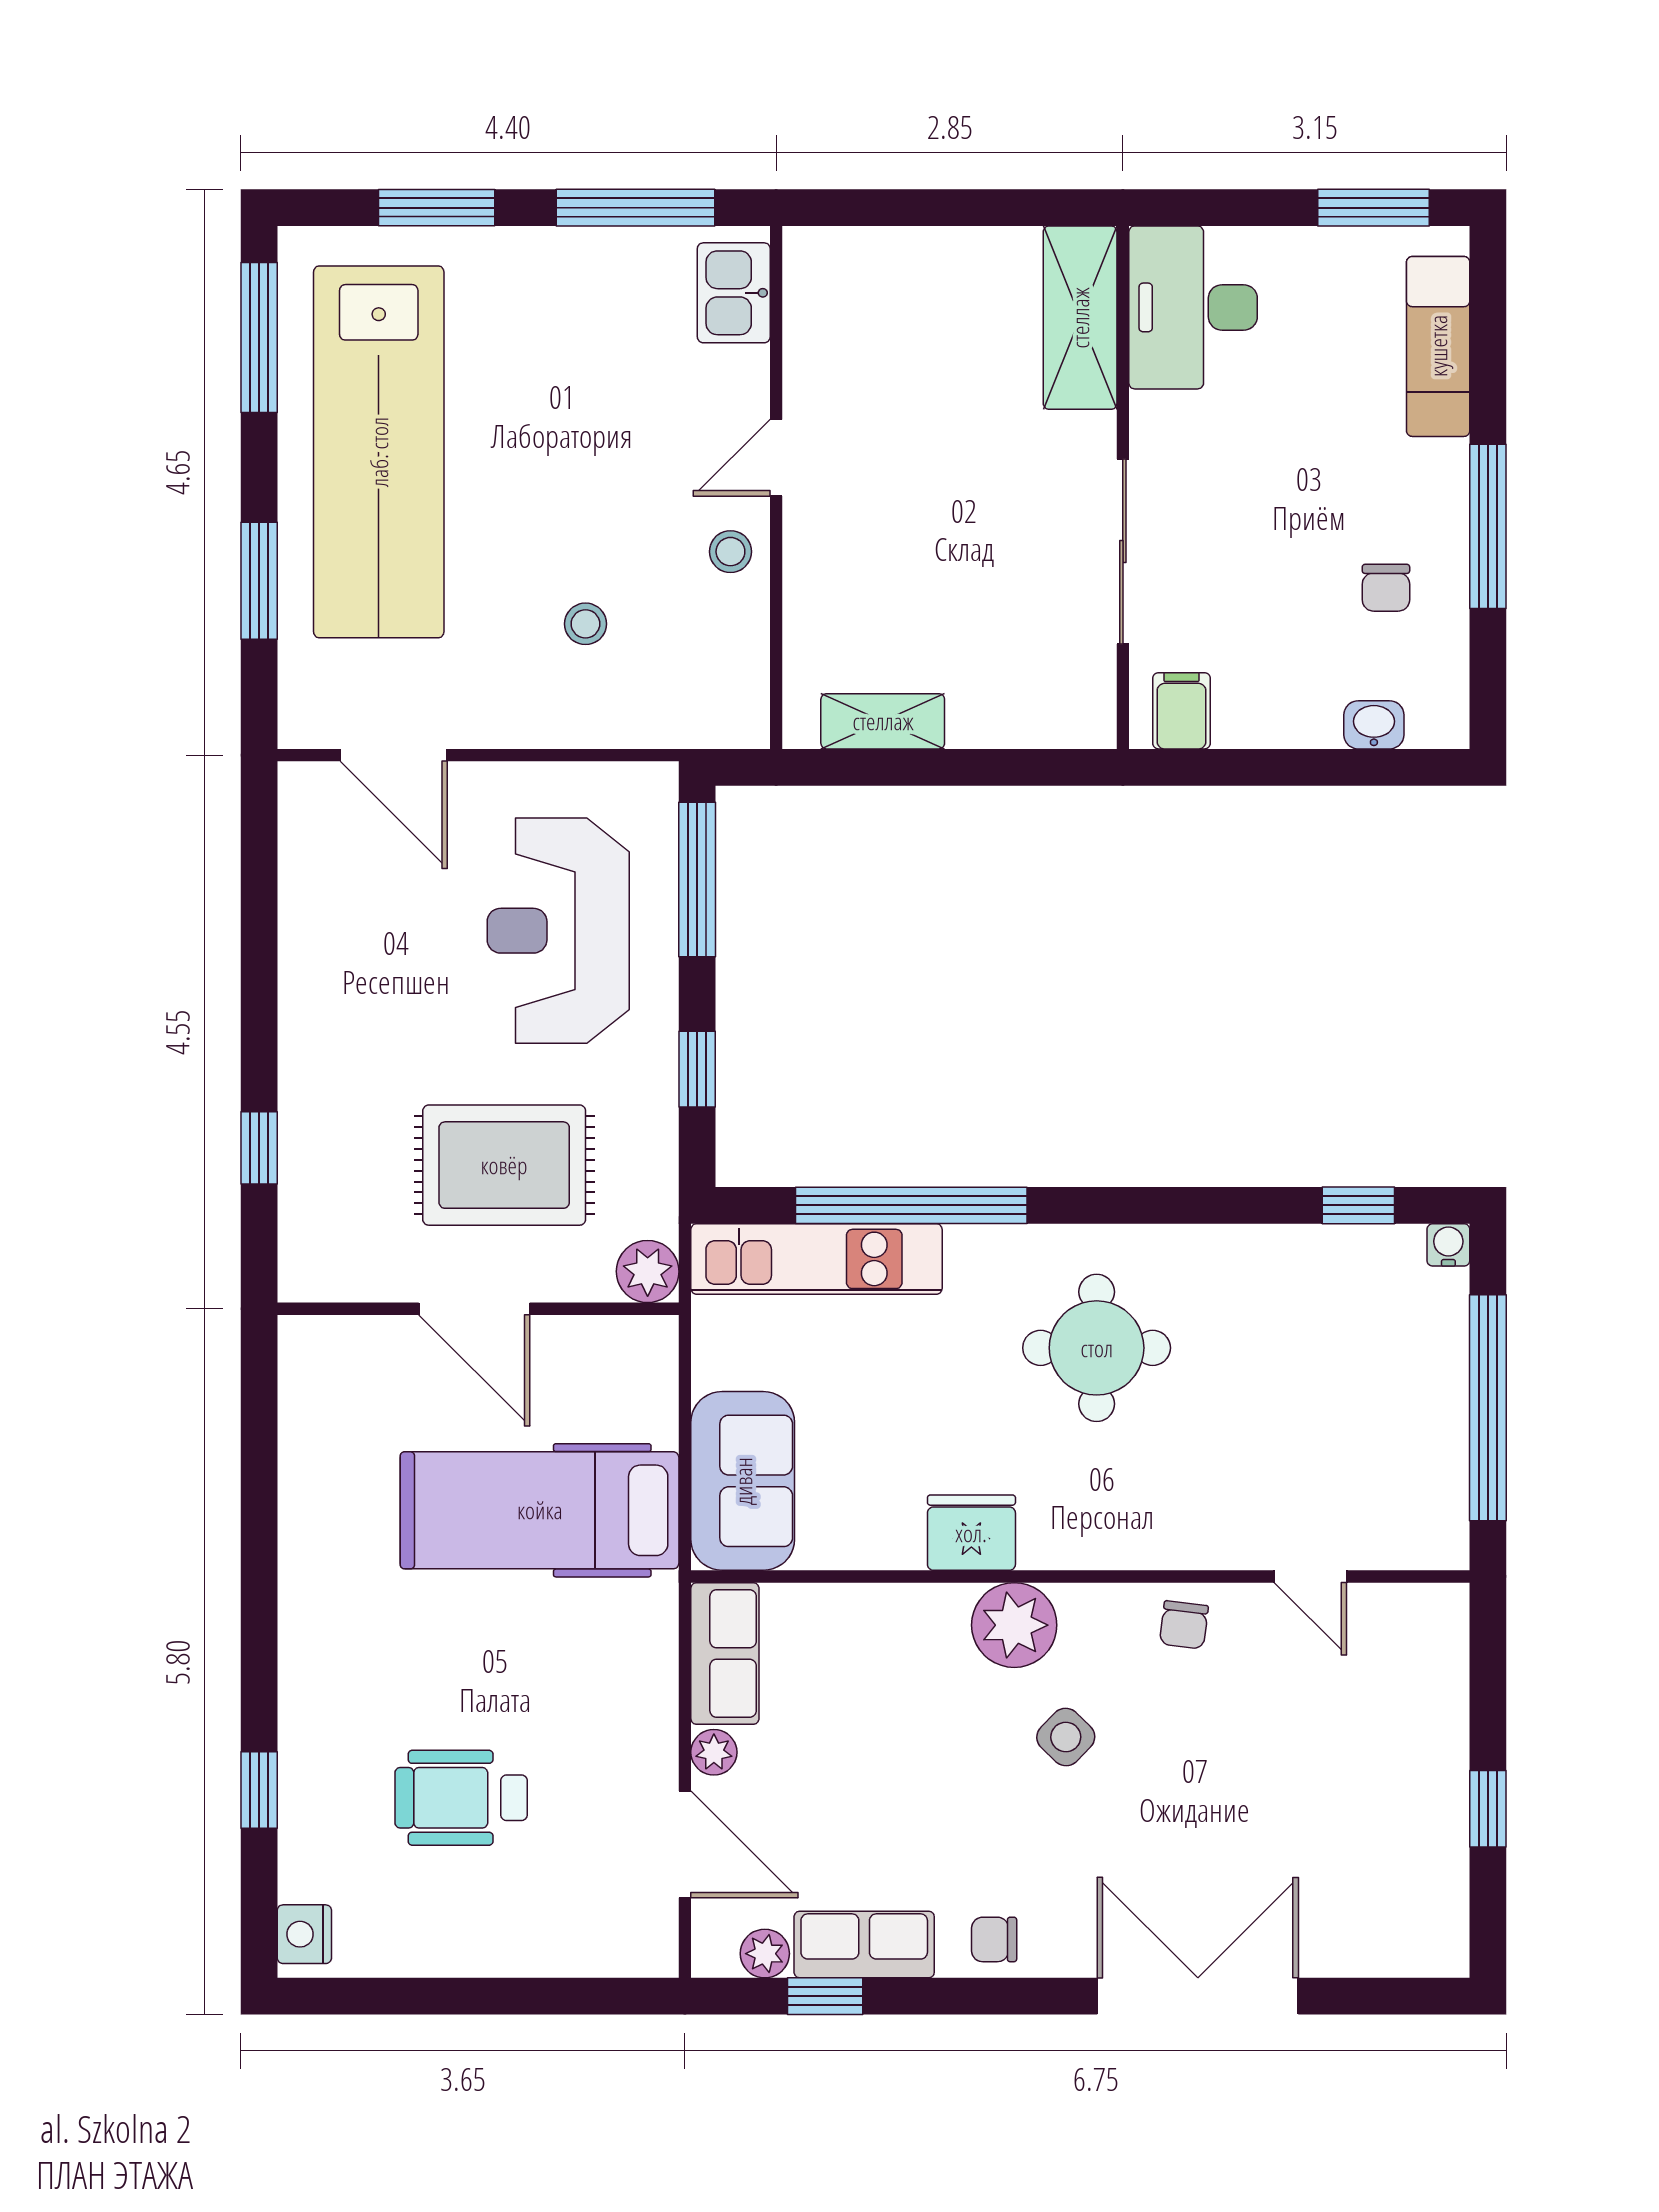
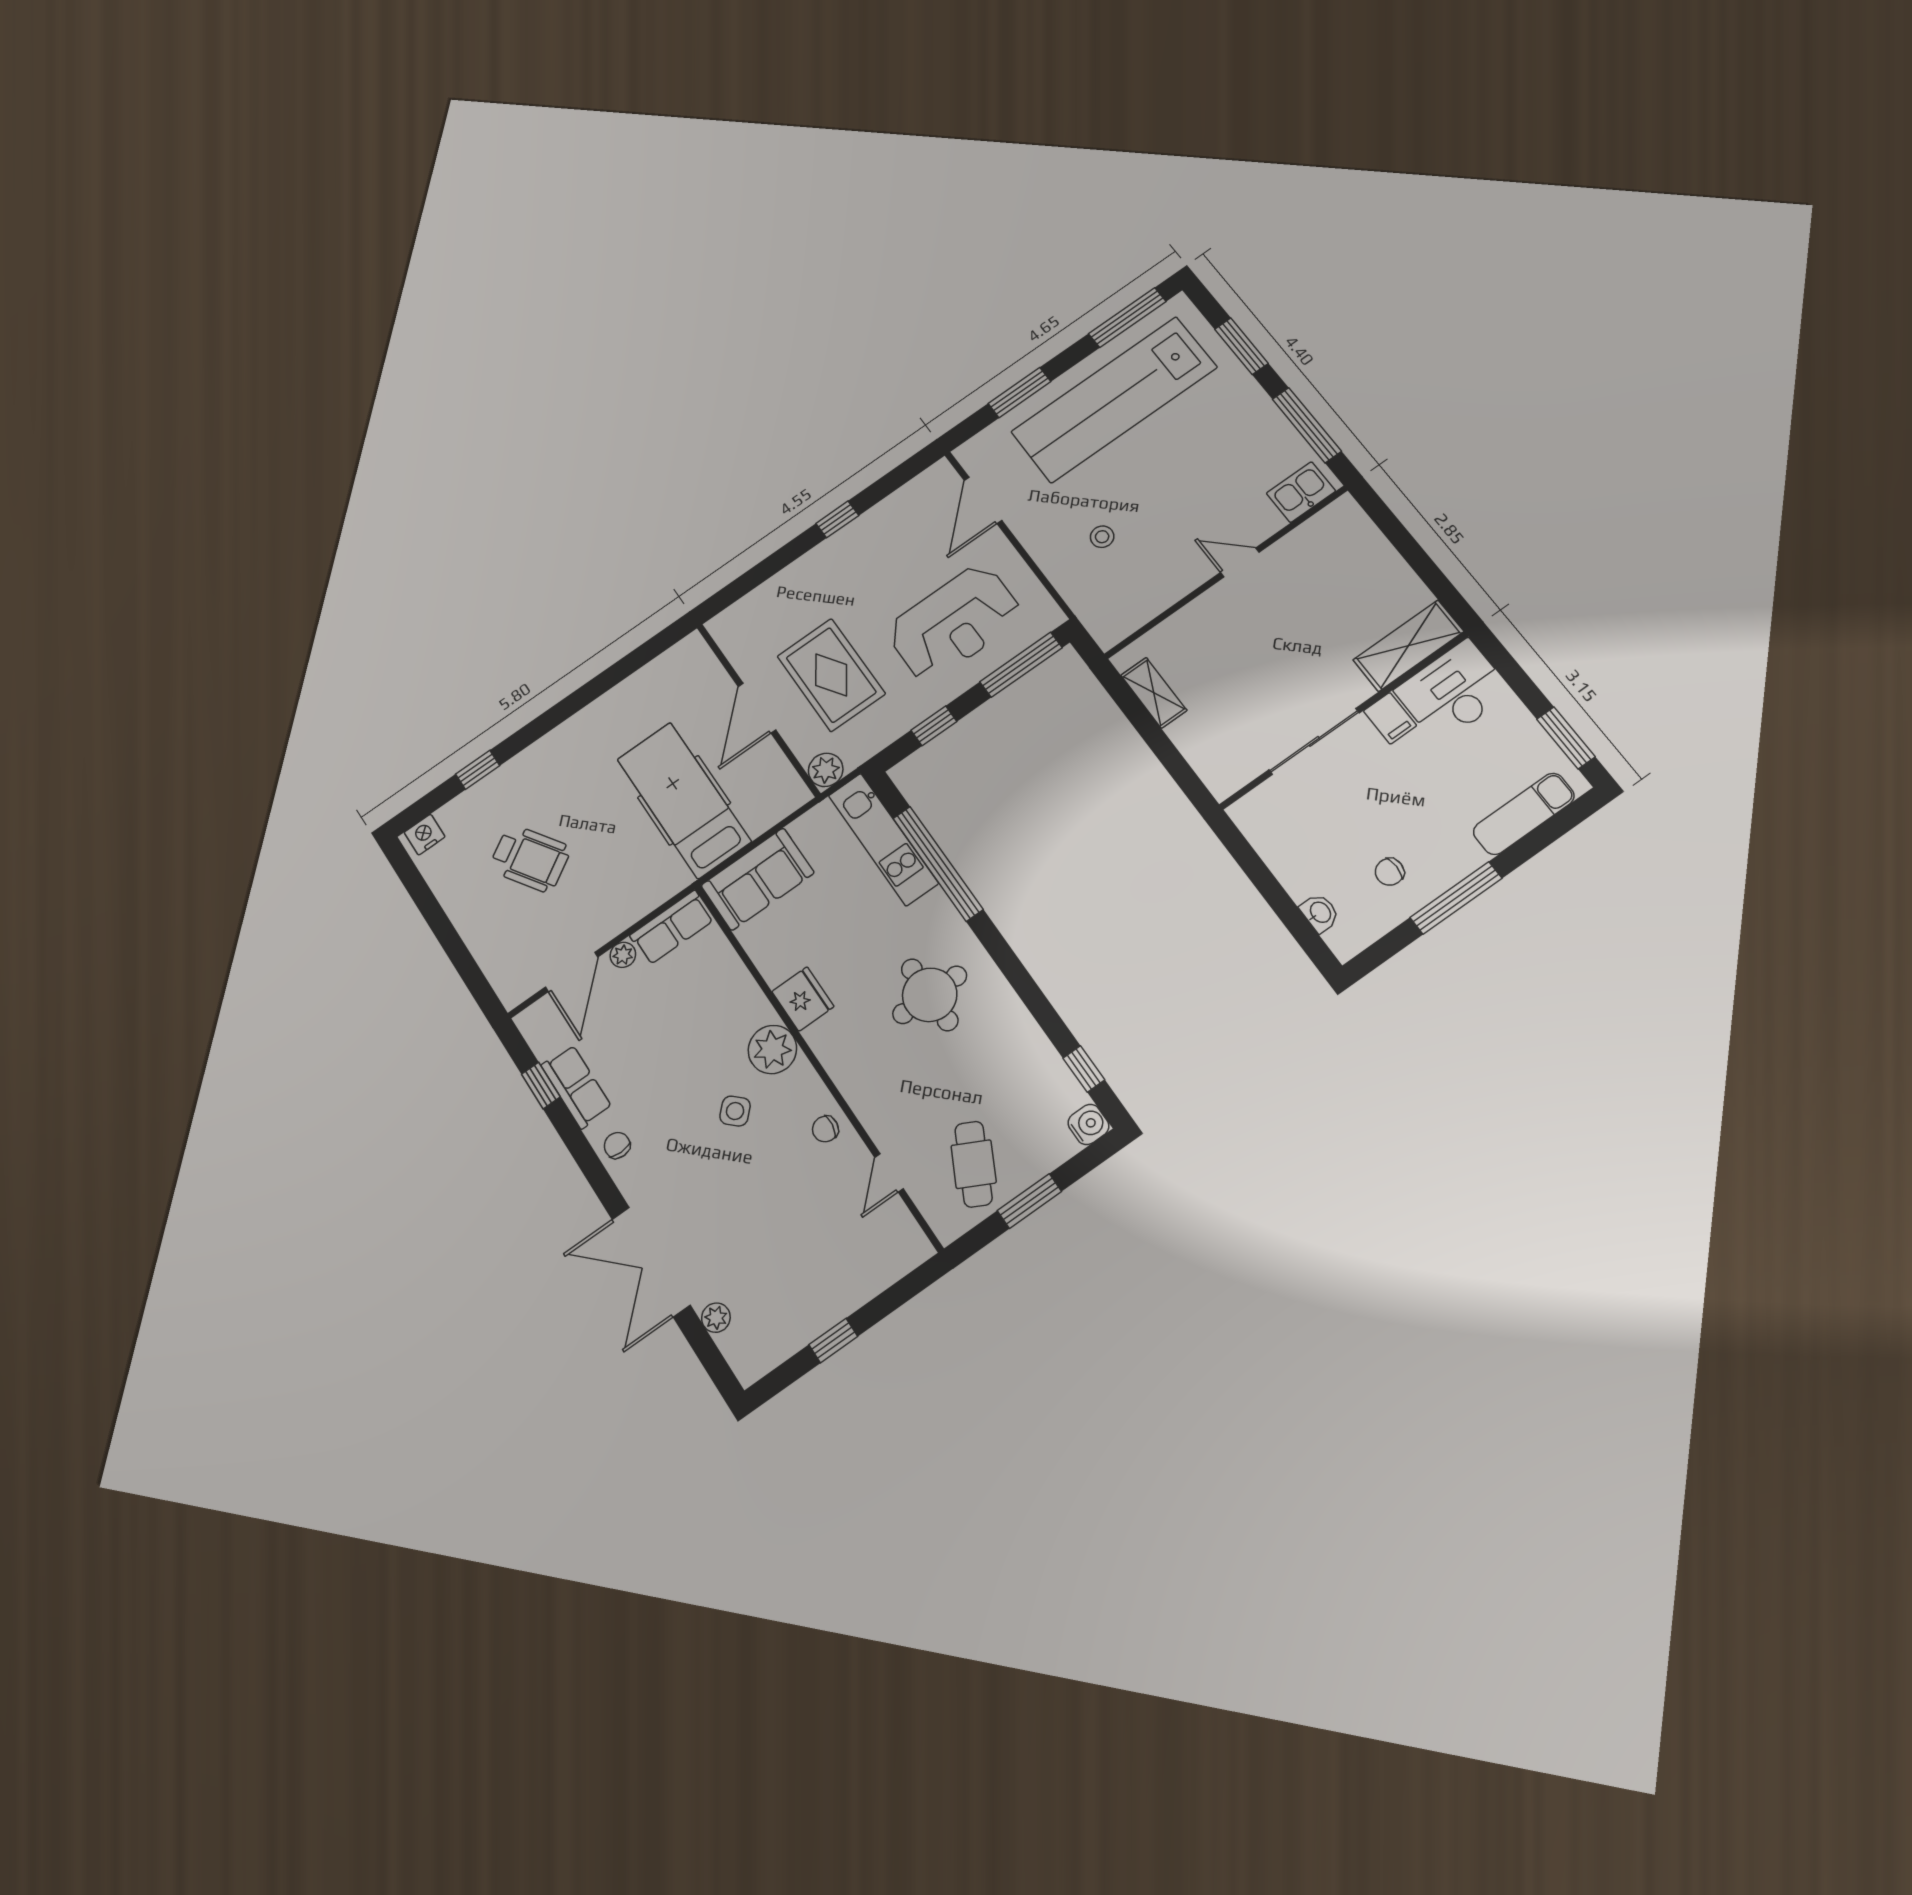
stool: (730, 552) -> (1182, 574), removed
filing cabinet: (1182, 711) -> (1390, 718), moved, turned 90
reception desk: (558, 931) -> (954, 623), turned 180
window: (259, 1148) -> (837, 519), moved
water cooler: (1448, 1245) -> (1088, 1124), width x1.38, depth x1.38
window: (1488, 1408) -> (1029, 1201), width x0.47
cafe table: (1382, 1450) -> (974, 1164), added
wheelchair: (461, 1798) -> (530, 859), turned 147
plant: (765, 1954) -> (716, 1318), moved
double door: (1198, 1996) -> (651, 1262), swing flipped

